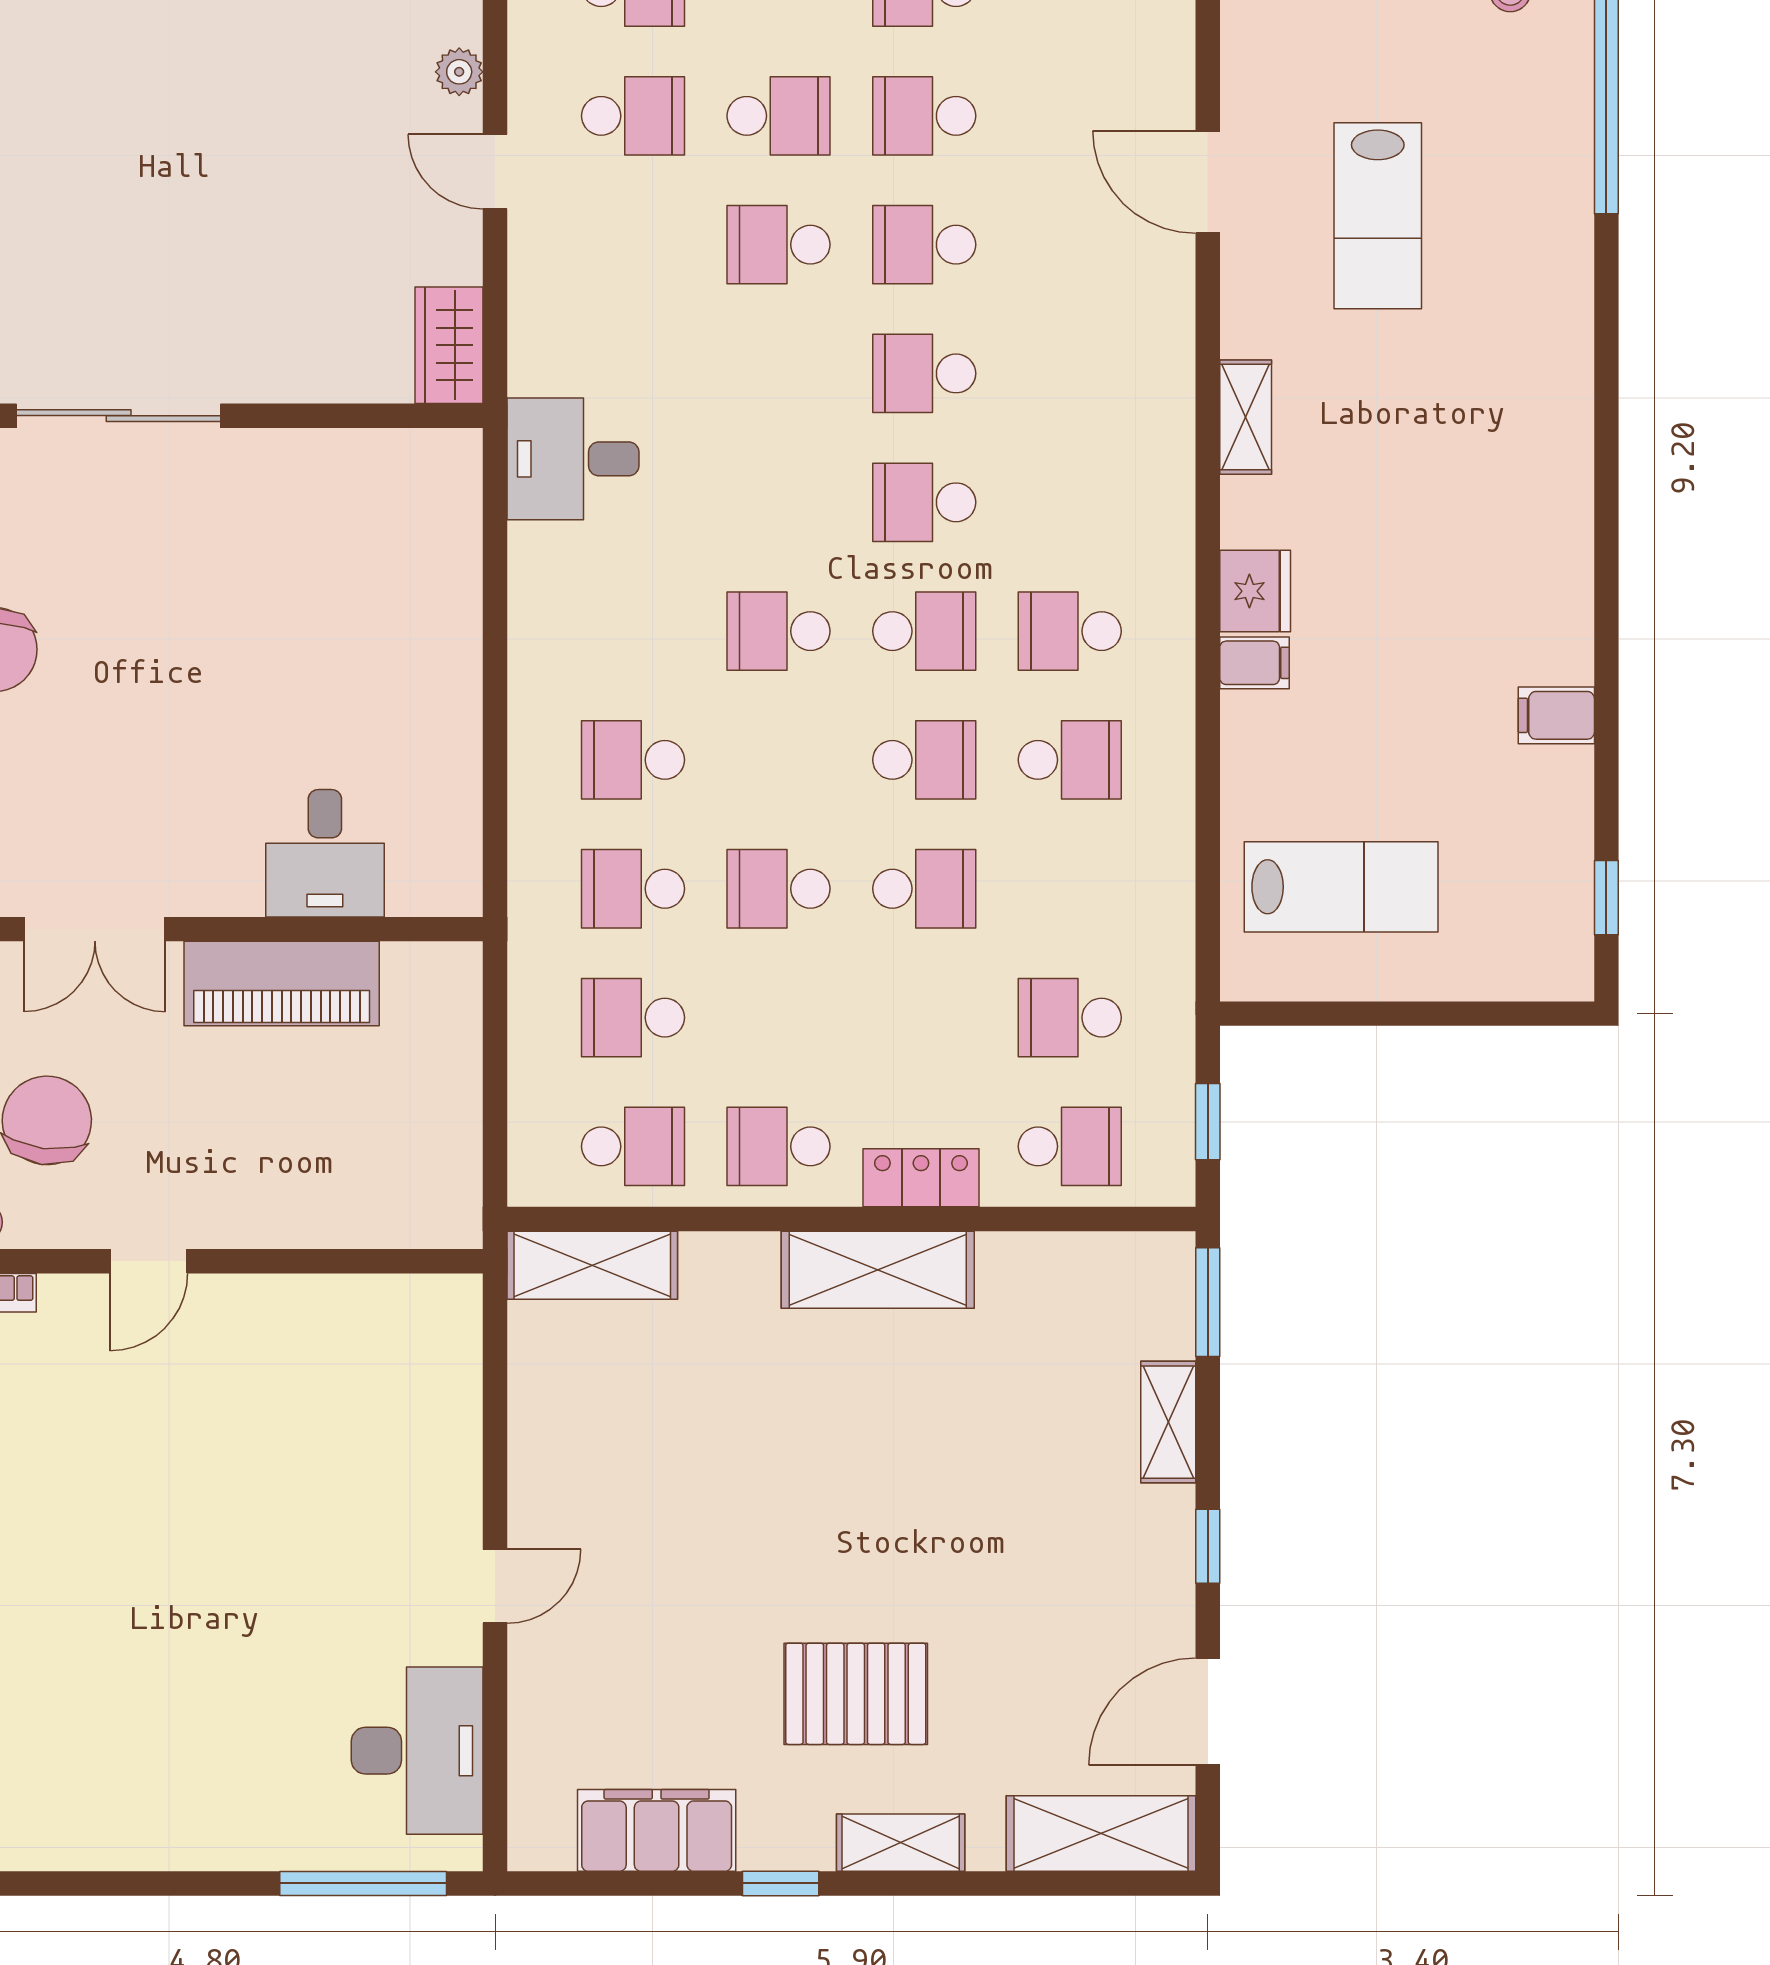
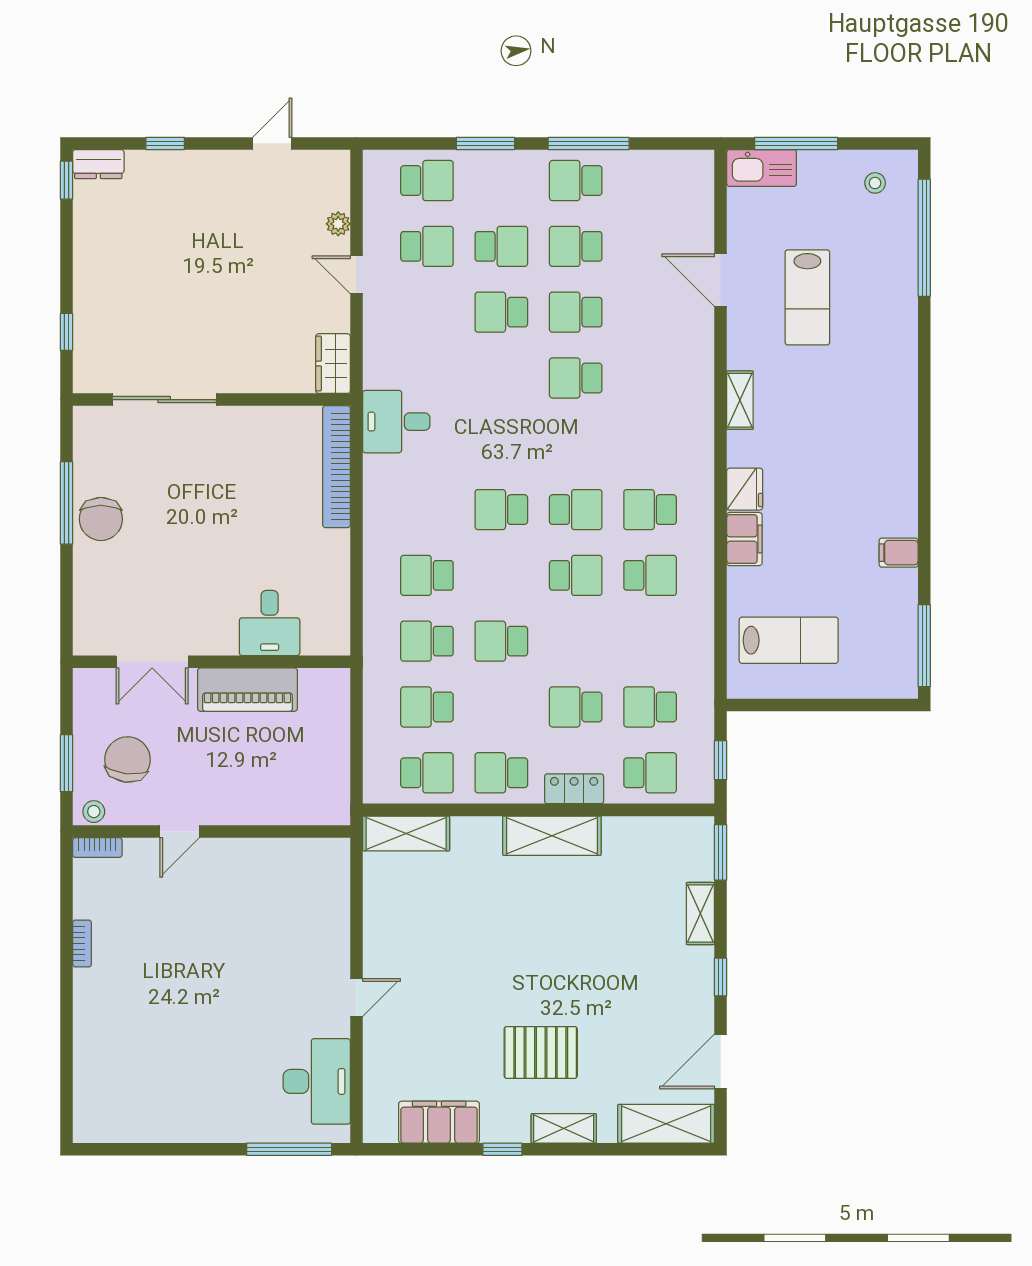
school desk: (924, 502) -> (576, 444), removed
bookcase: (456, 547) -> (336, 467), added
filing cabinet: (1254, 663) -> (744, 539), width x2.00
school desk: (924, 889) -> (576, 707), moved, turned 180
window: (1606, 898) -> (924, 646), width x2.17

